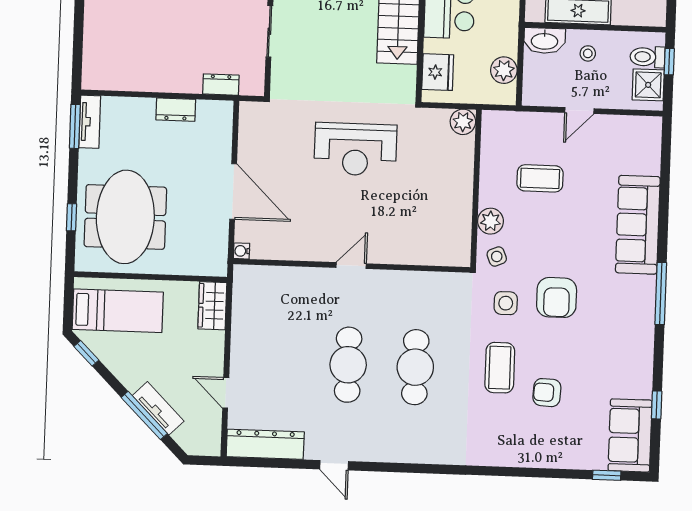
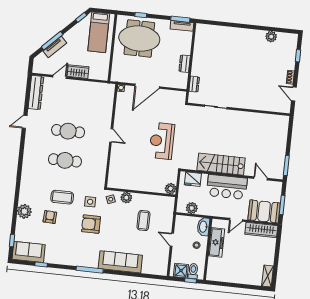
wardrobe: (212, 306) -> (78, 72), moved
plant: (538, 452) -> (24, 211), added

